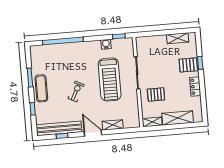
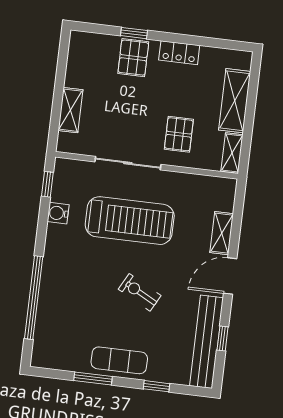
shelving: (178, 38) -> (70, 110), moved

